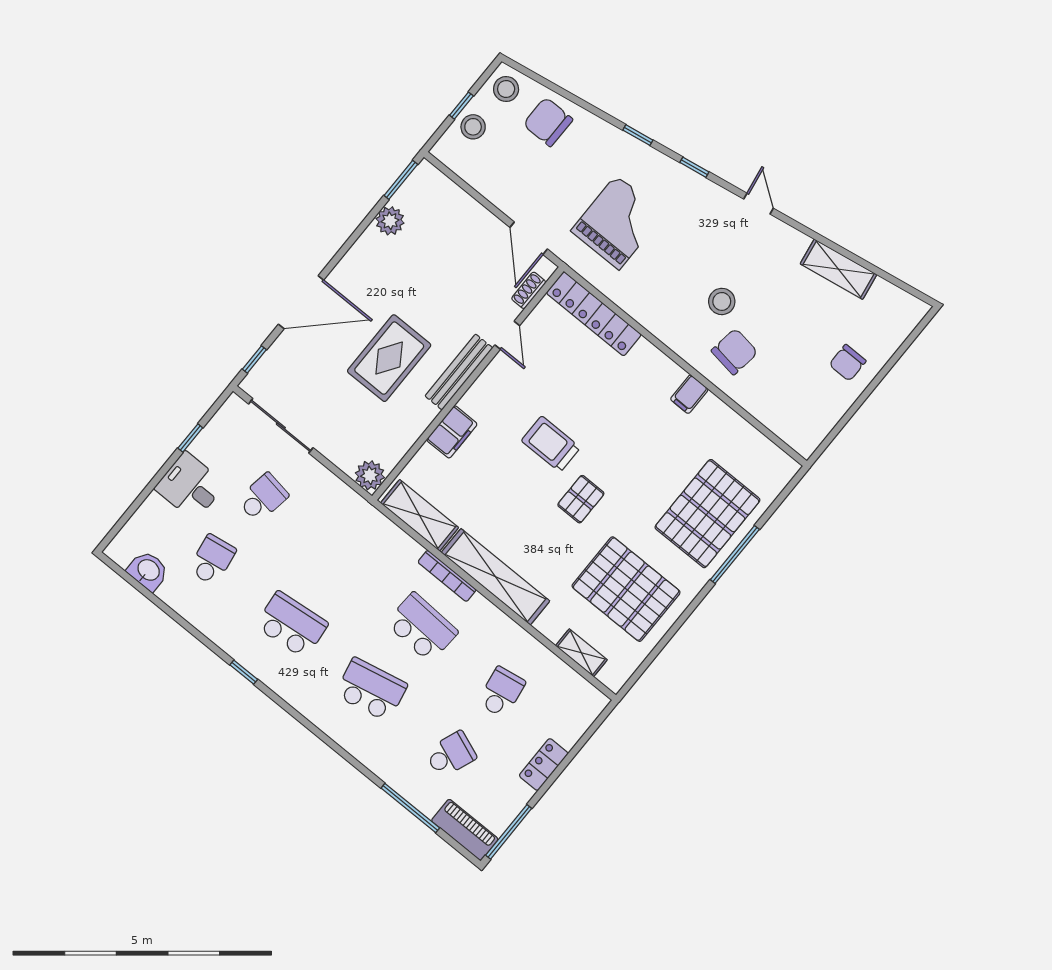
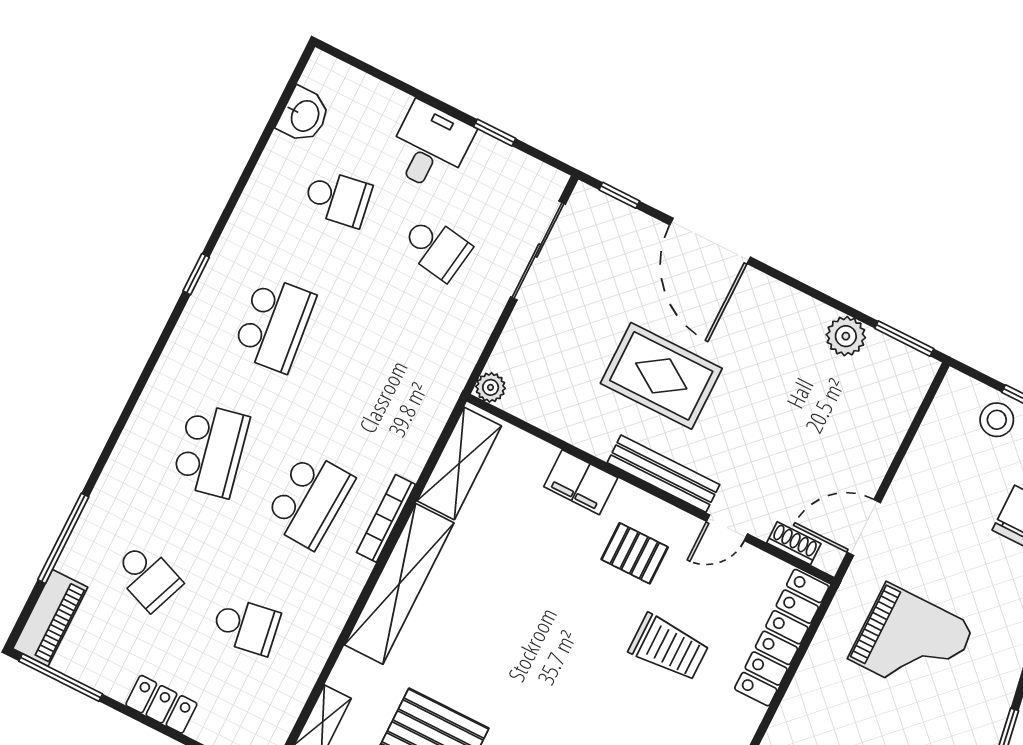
trolley: (551, 444) -> (669, 647), moved, turned 90
plant: (370, 475) -> (491, 387), width x0.73, depth x0.73
pallet: (581, 499) -> (635, 553), moved

